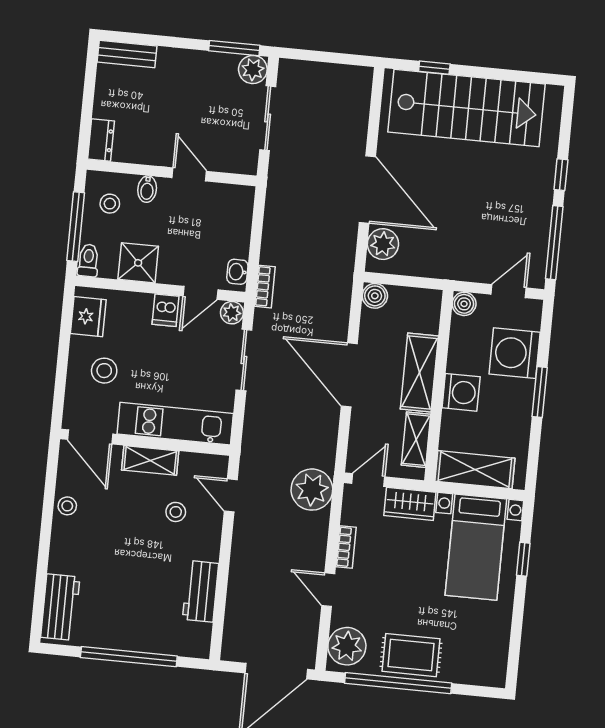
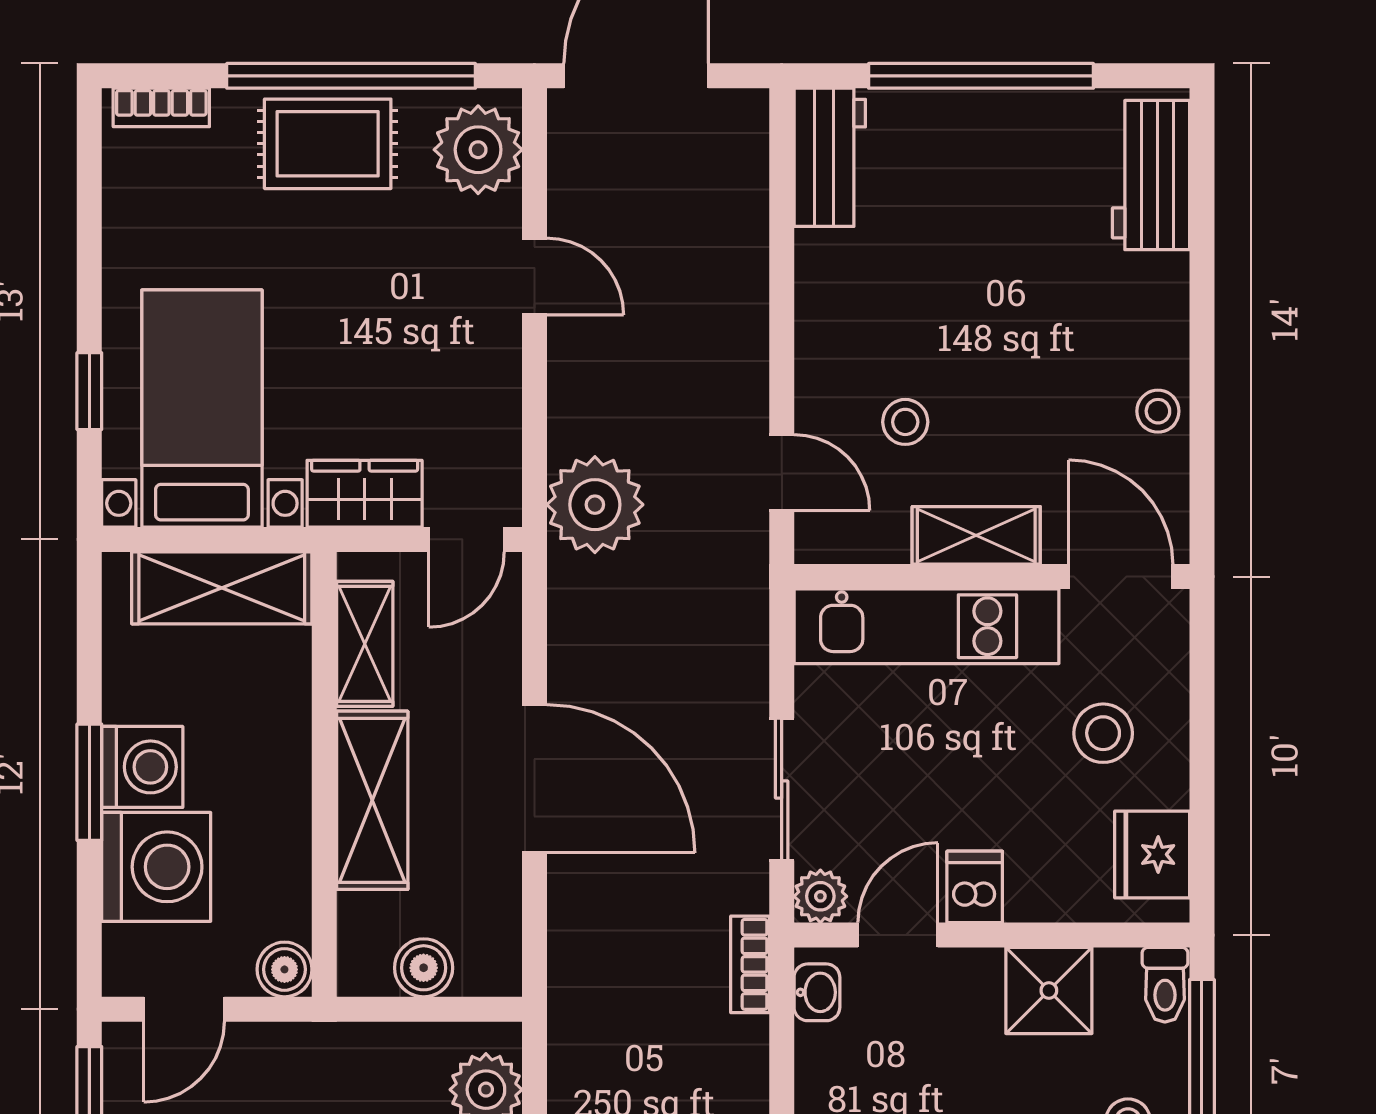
boiler: (375, 296) -> (424, 968), moved
washing machine: (461, 392) -> (142, 767), moved, turned 180
bookcase: (346, 547) -> (161, 107), moved, turned -90
workbench: (201, 591) -> (830, 157), moved

